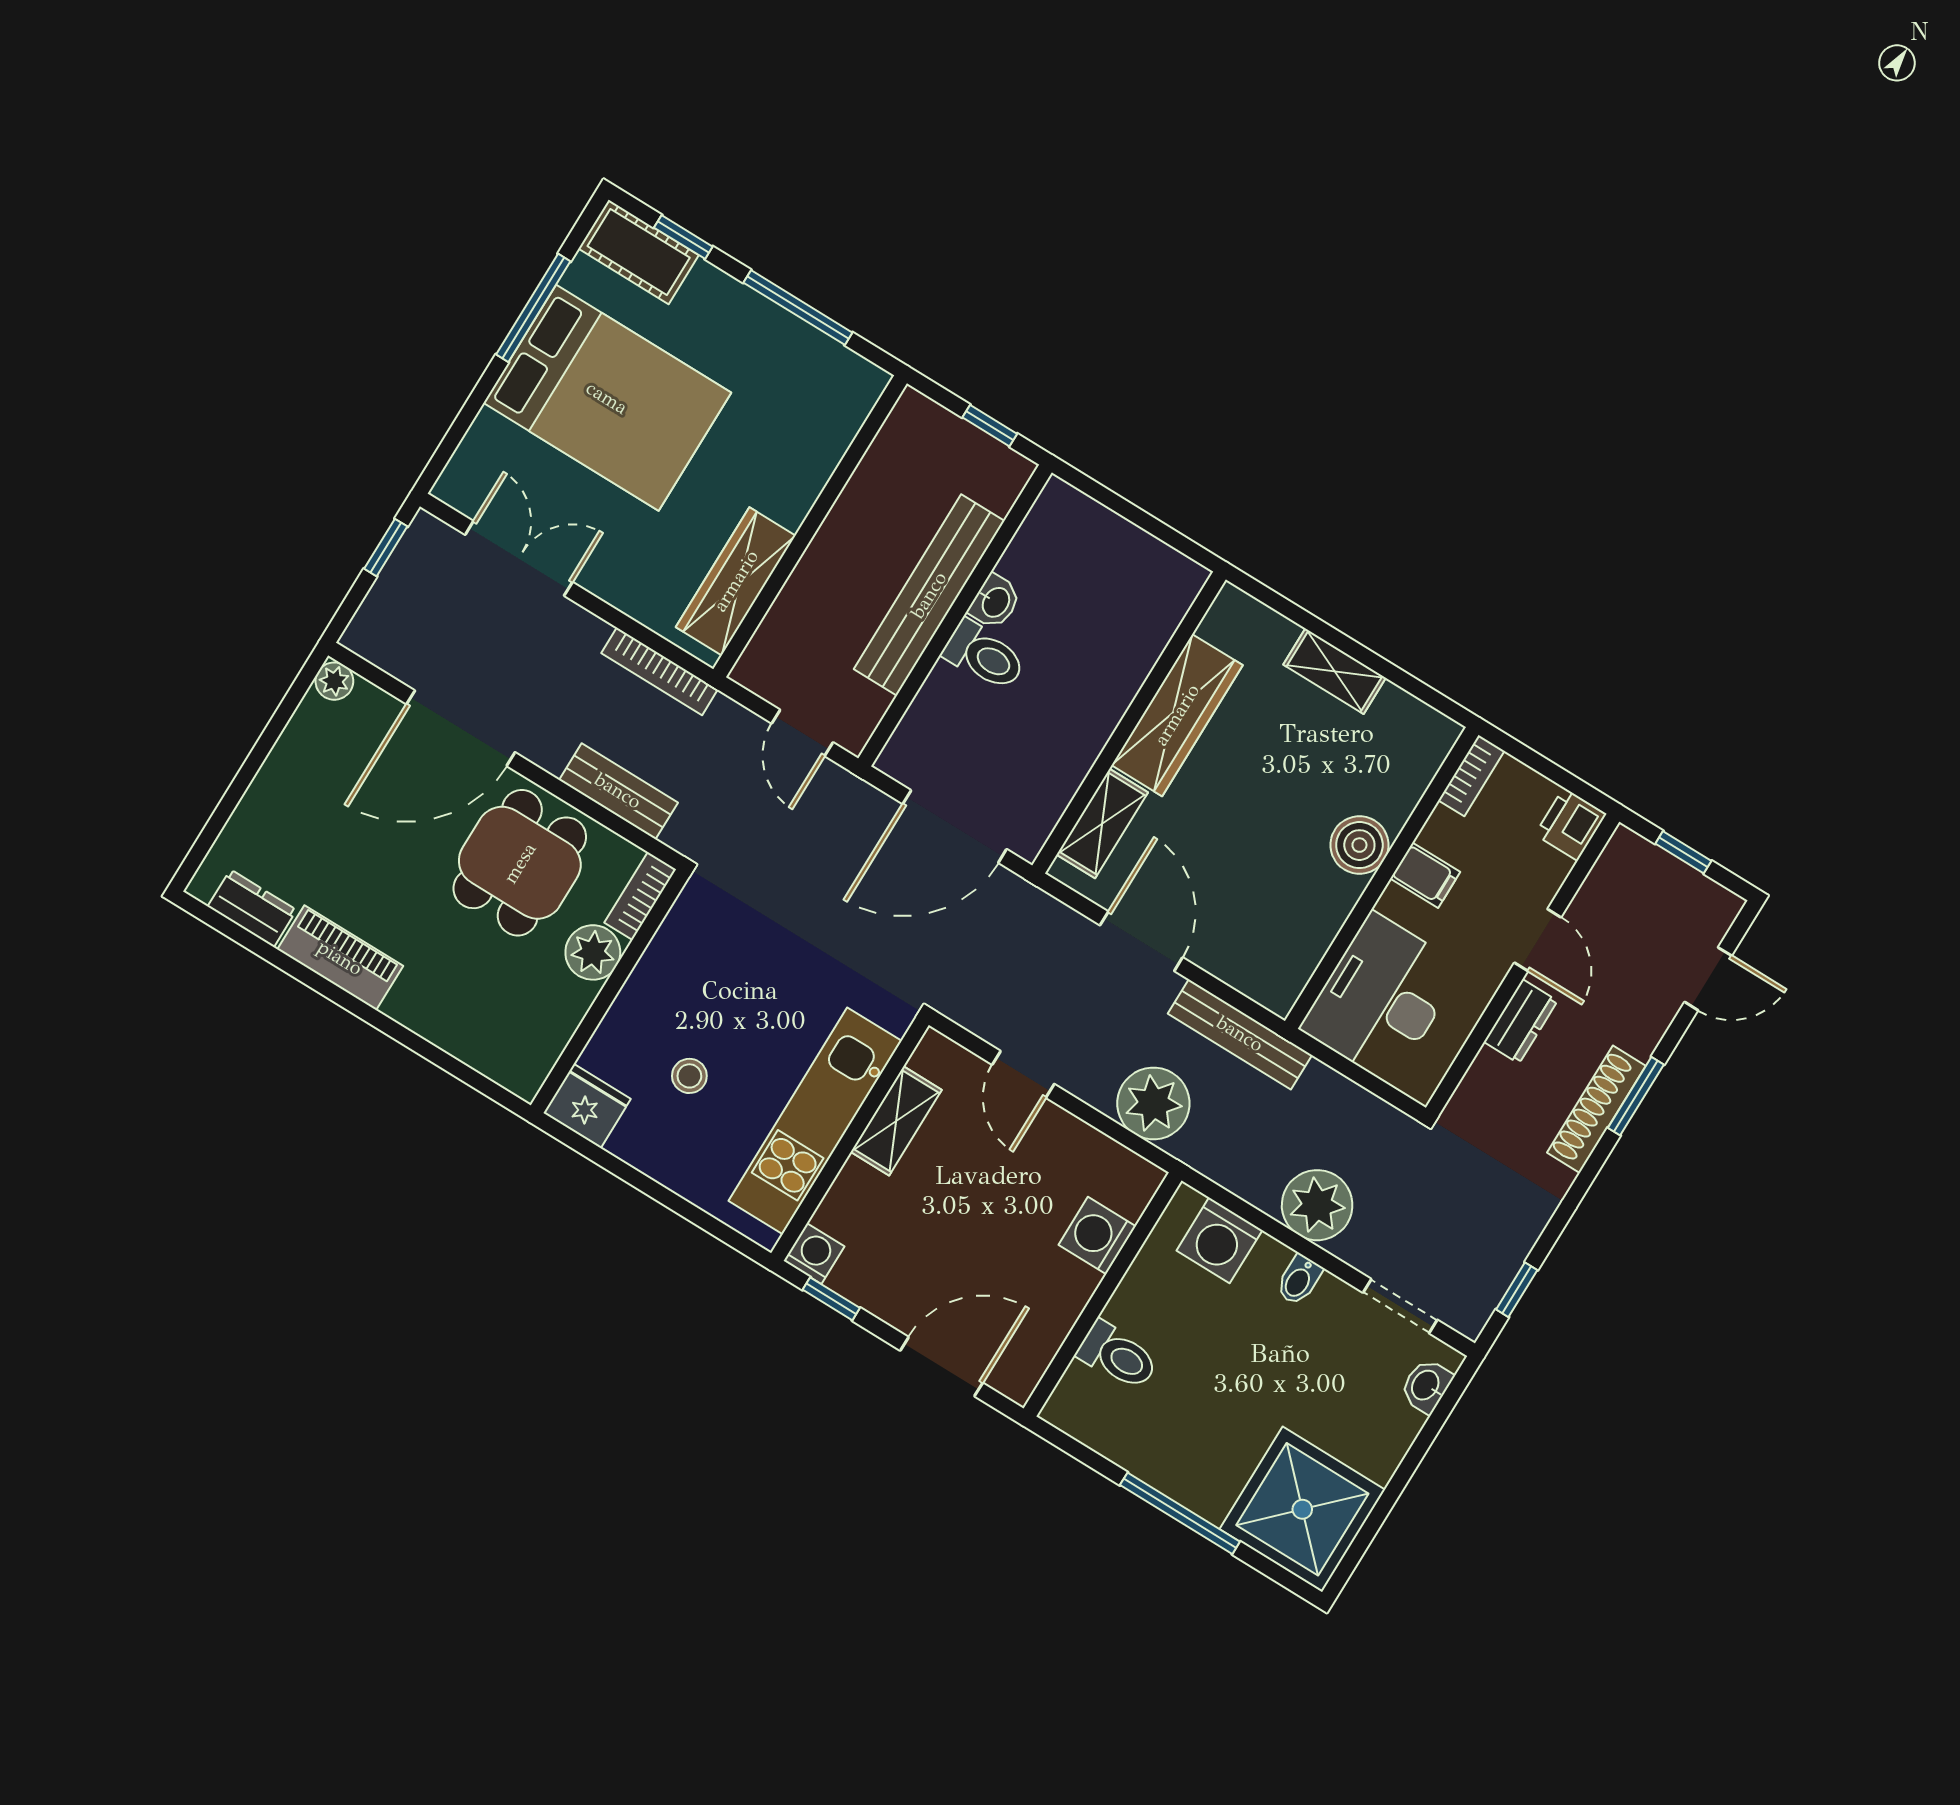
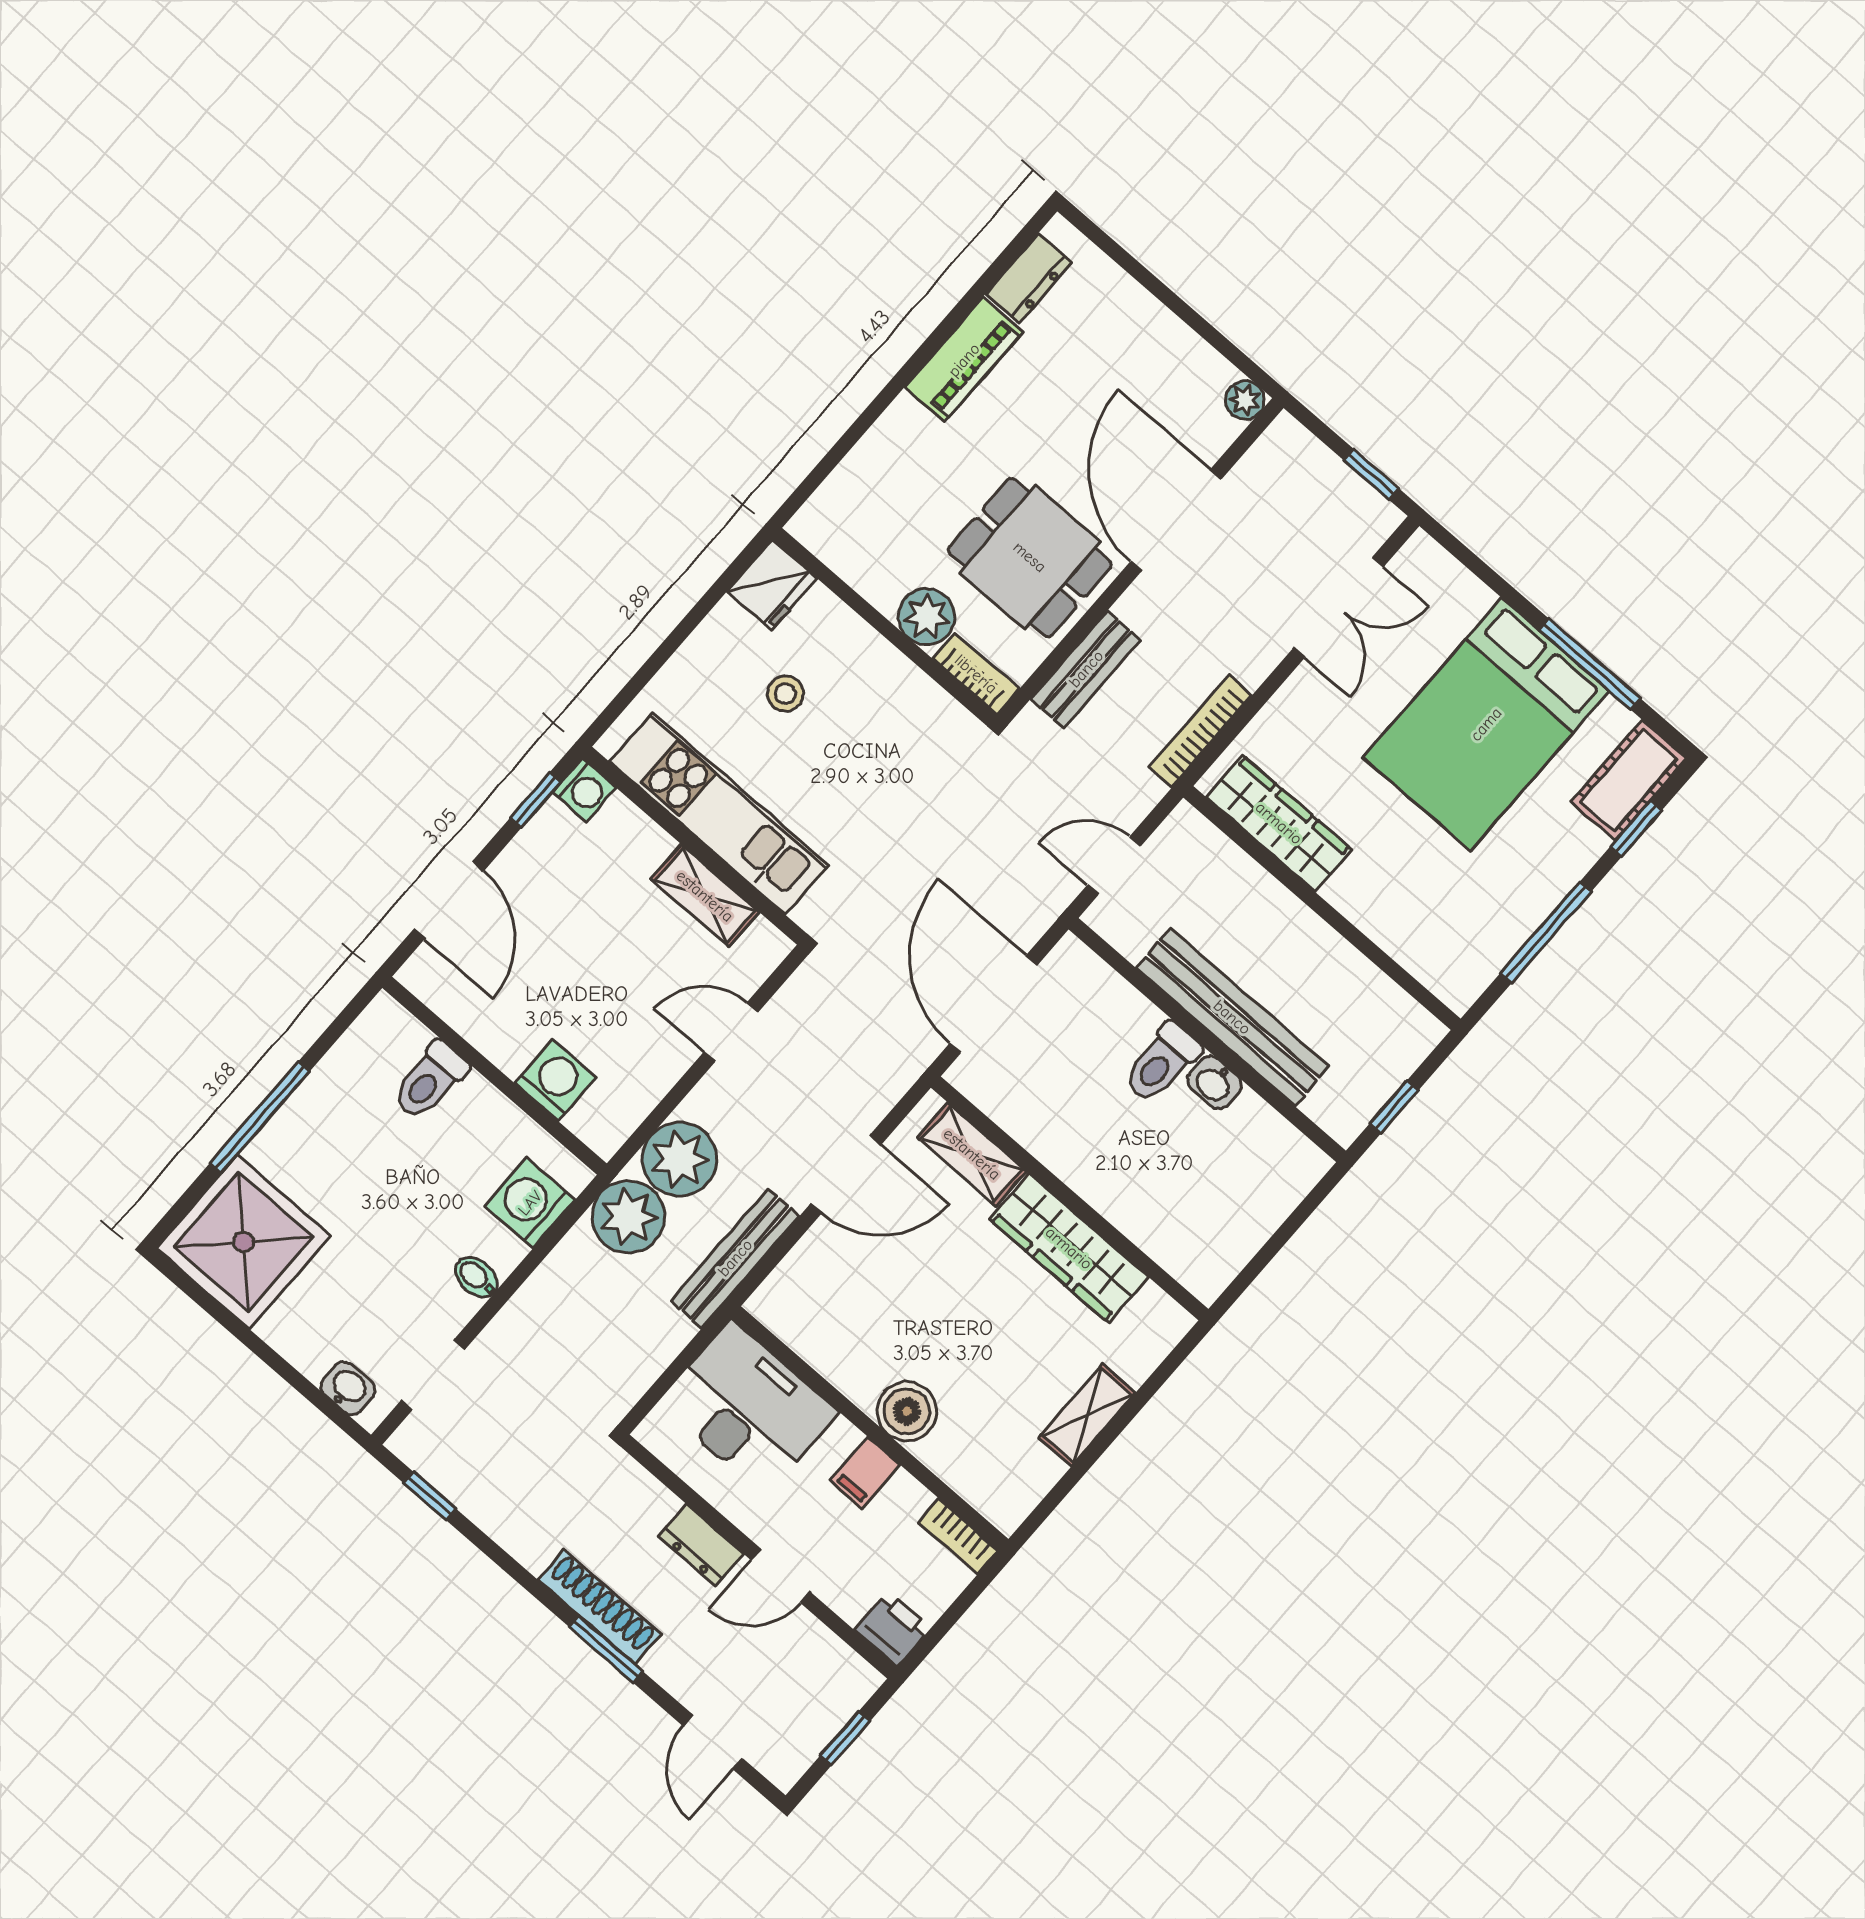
plant: (1317, 1205) -> (628, 1217), moved

